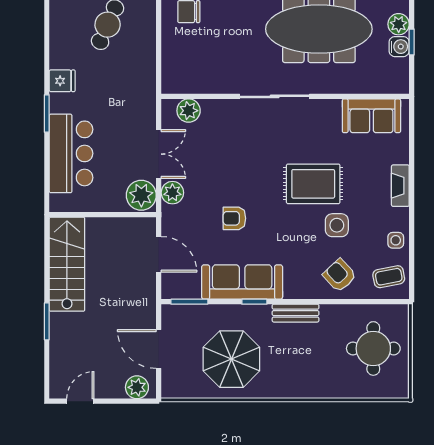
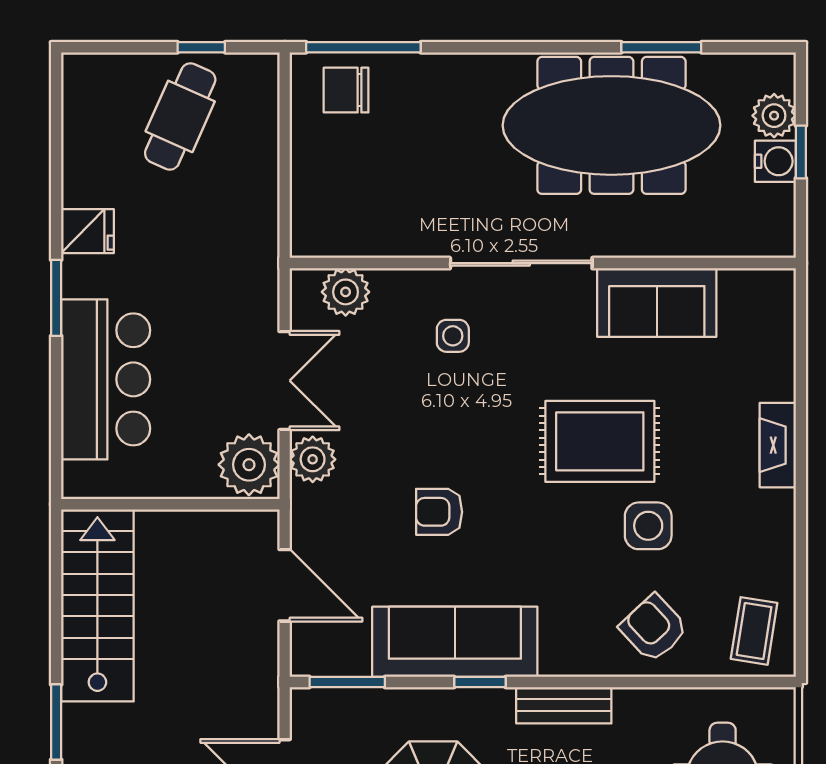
sofa: (371, 116) -> (657, 303), moved
side table: (396, 240) -> (453, 336), moved
coffee table: (389, 277) -> (754, 631), turned -70

